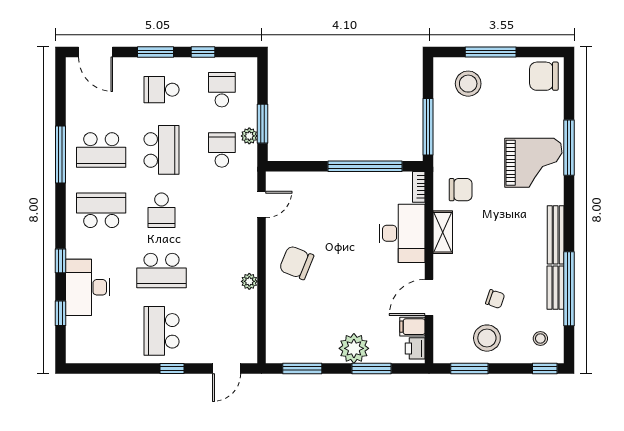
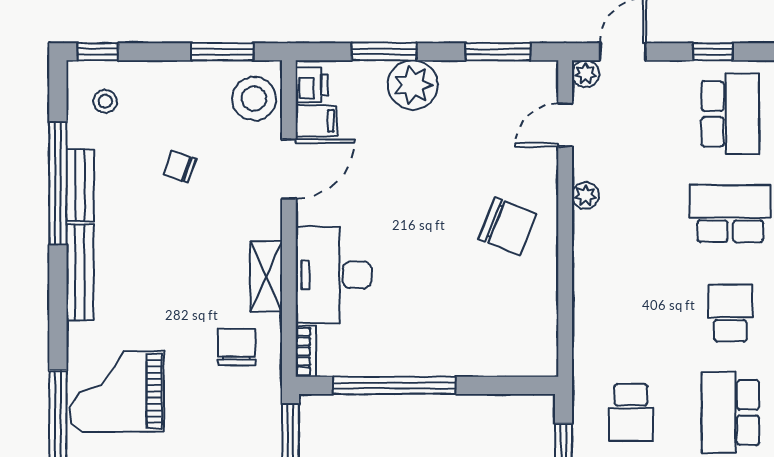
plant: (249, 136) -> (585, 74), moved
chair: (461, 190) -> (237, 347), turned 90
door: (262, 204) -> (565, 125), moved
stool: (487, 338) -> (254, 99), moved

